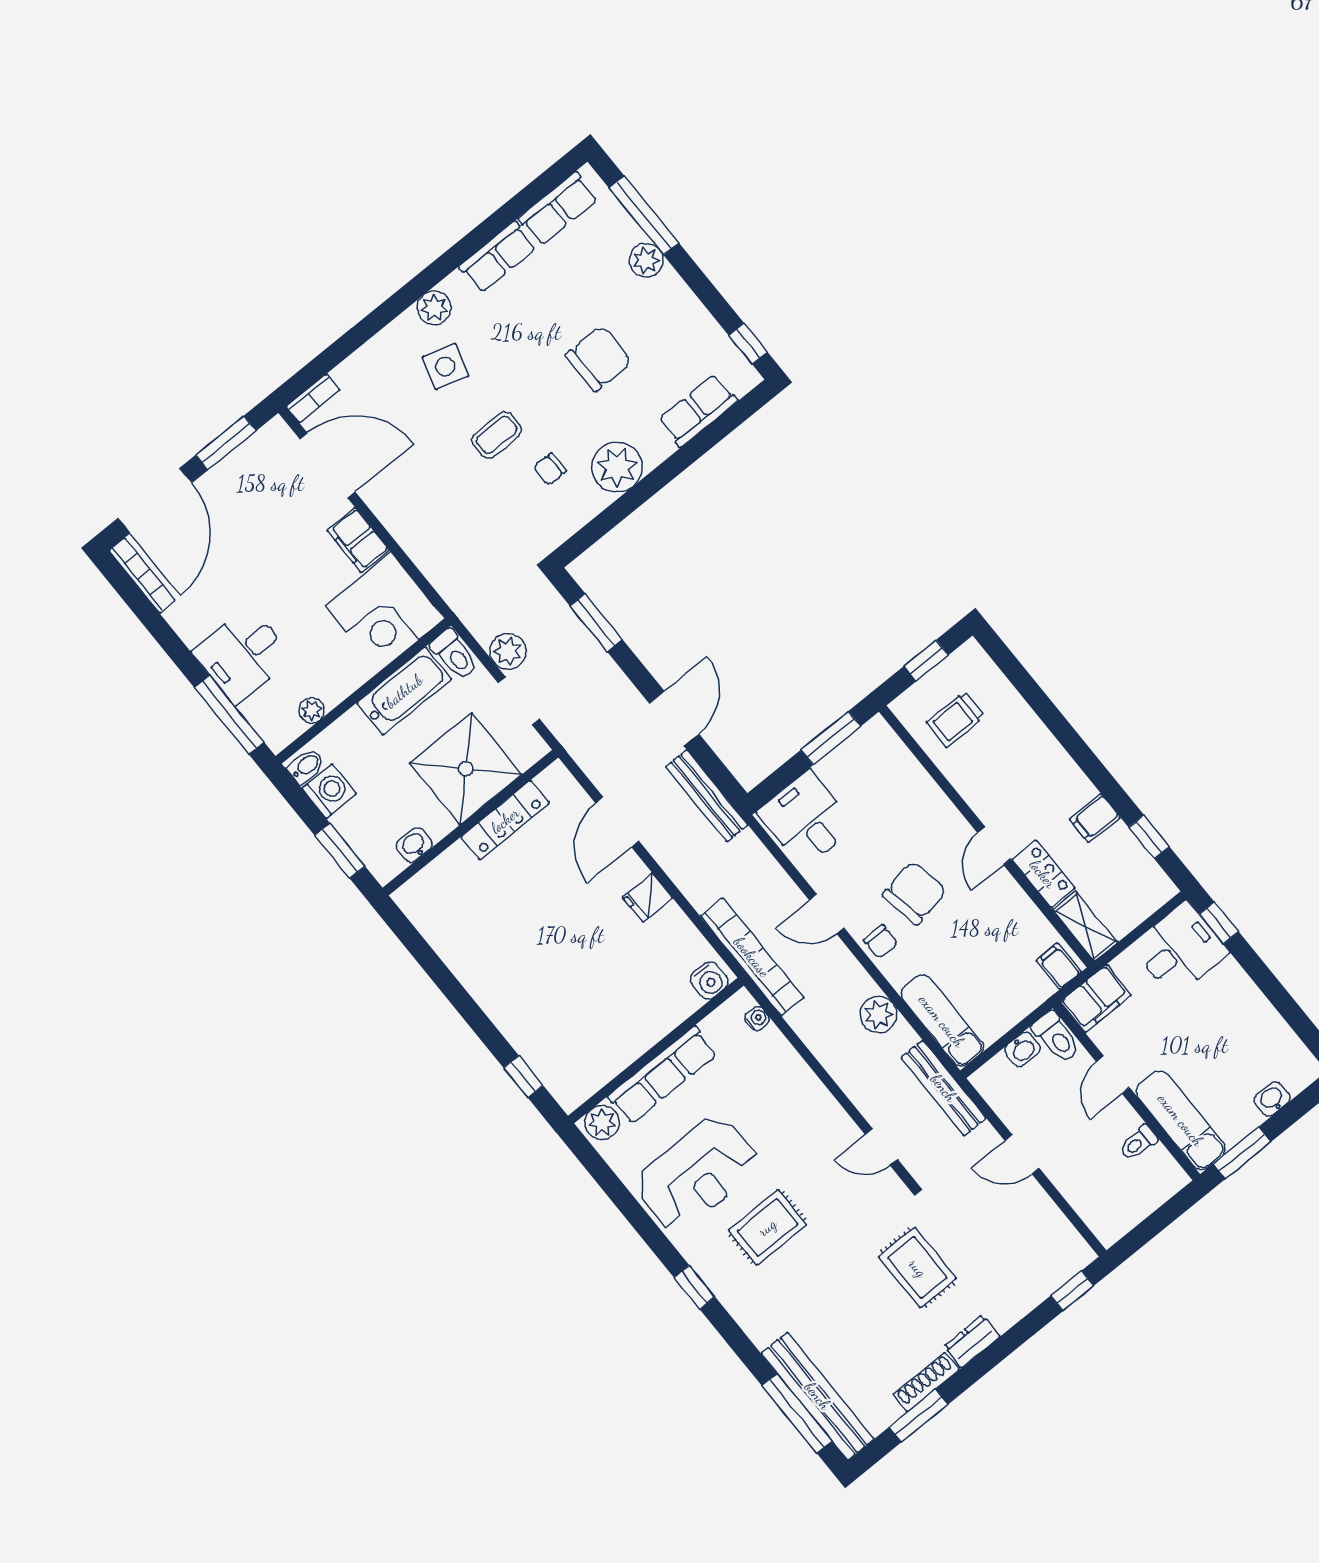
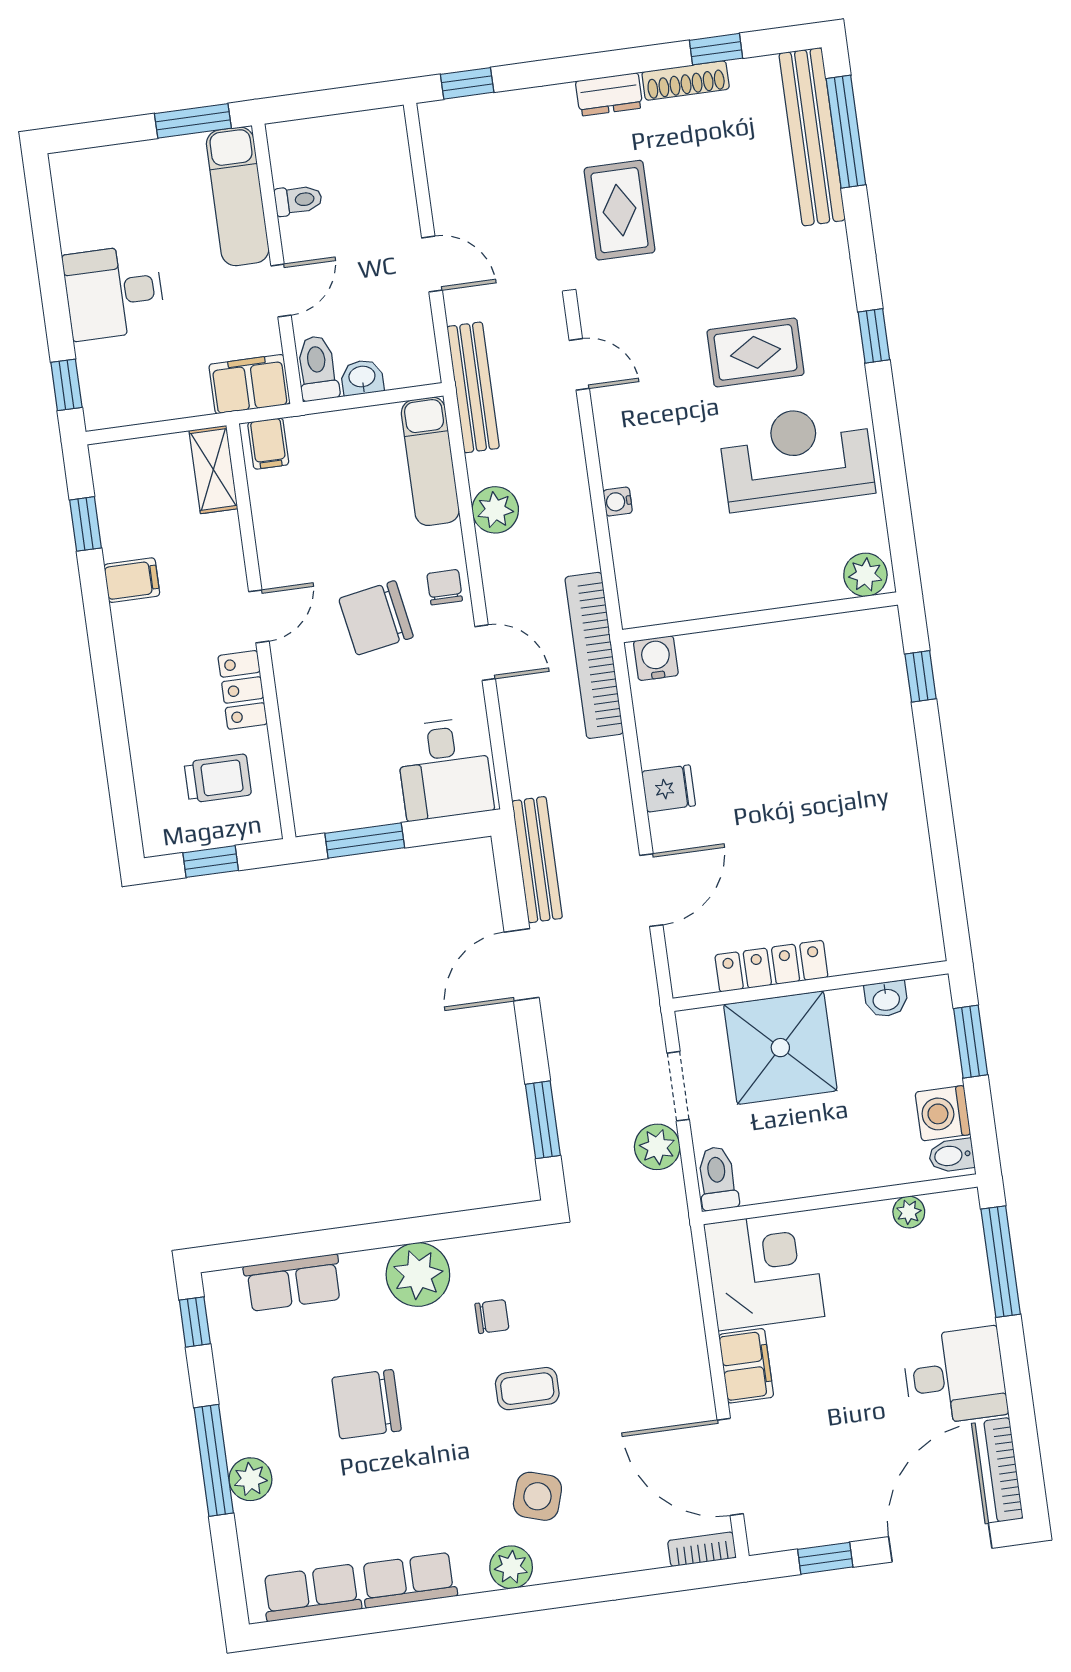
window: (644, 215) -> (214, 1460), moved
window: (226, 443) -> (825, 1558), width x0.67
desk: (243, 655) -> (955, 1376), moved
bathtub: (404, 691) -> (796, 1172), removed
locker: (1043, 874) -> (243, 690), moved
desk: (1180, 949) -> (114, 292), moved
water cooler: (757, 1019) -> (618, 502), moved
row of seats: (663, 1075) -> (769, 586), removed
washbasin: (1272, 1099) -> (125, 159), removed
window: (918, 1416) -> (716, 49), width x0.67

